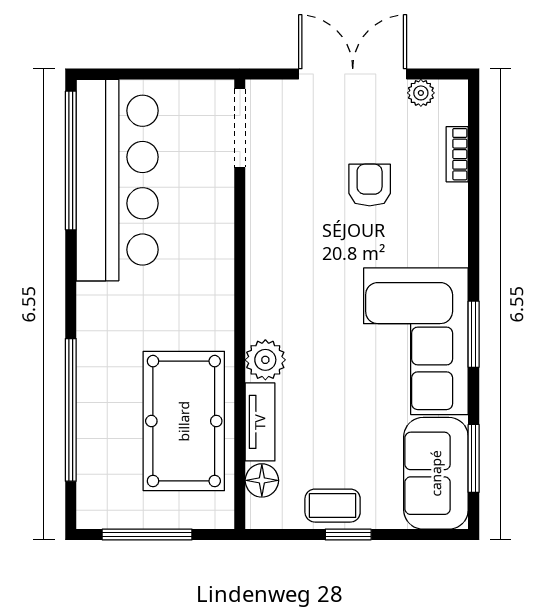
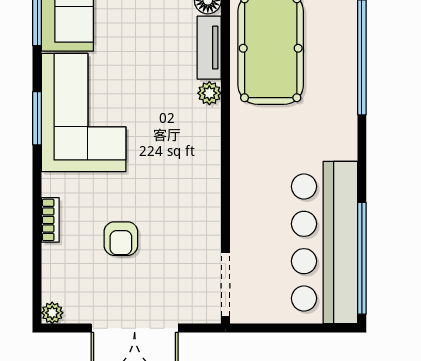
plant: (421, 93) -> (52, 313), moved
bookcase: (457, 154) -> (50, 220), moved
plant: (265, 360) -> (209, 93), width x0.73, depth x0.73

